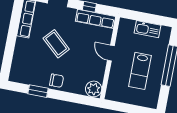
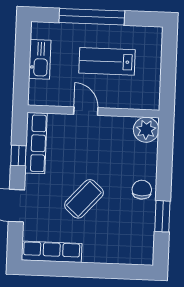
door: (111, 53) -> (86, 111), swing flipped
lab bench: (140, 71) -> (107, 61), turned 180

